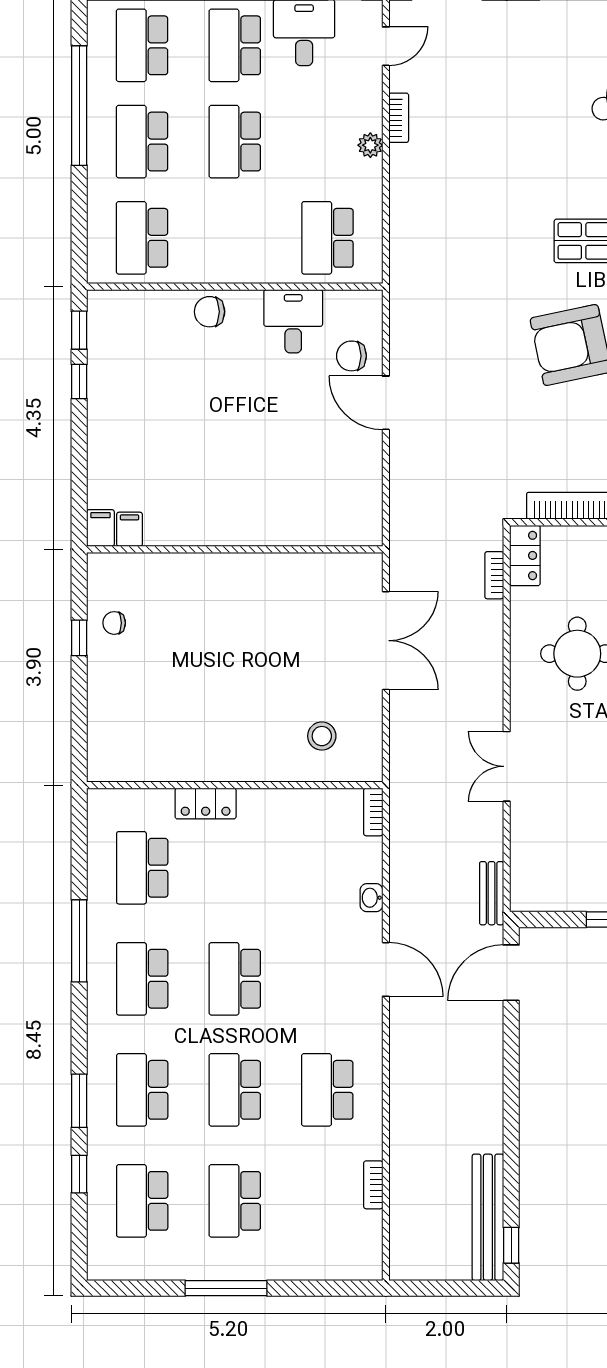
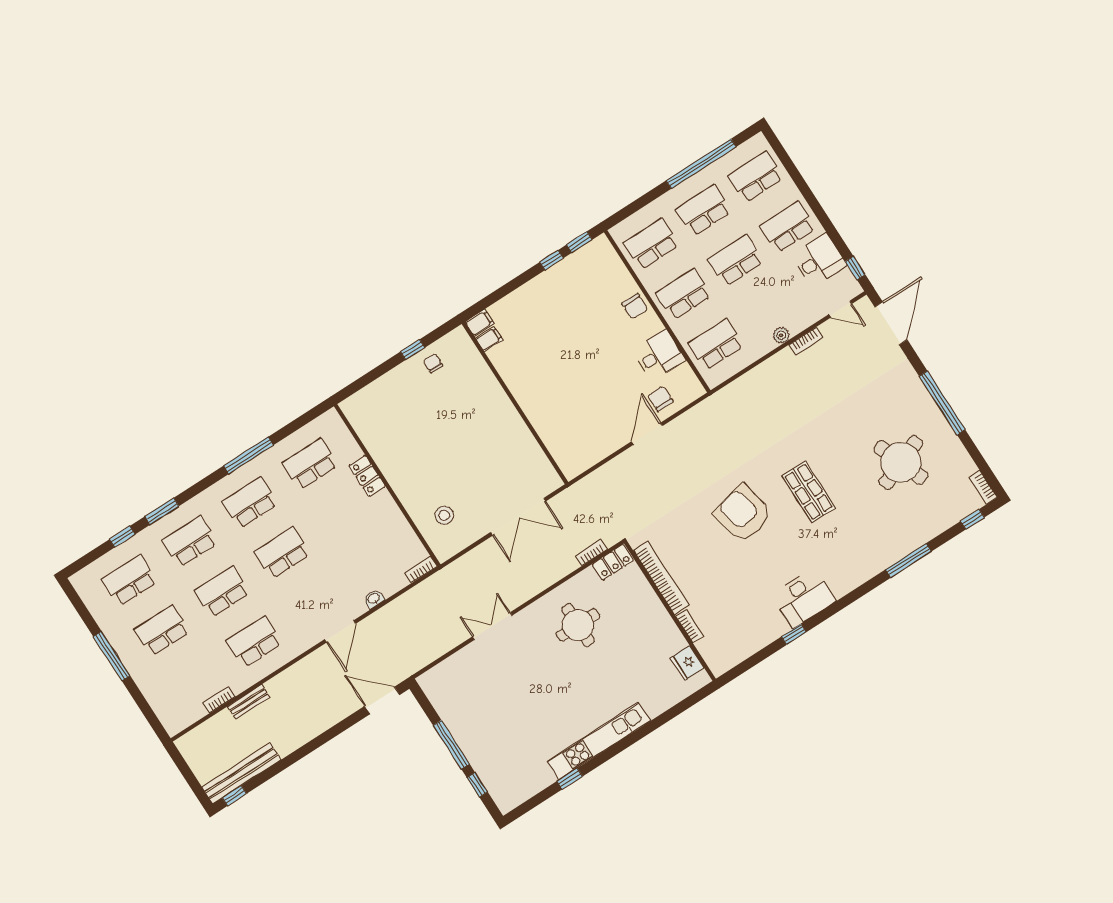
school desk: (235, 238) -> (684, 294), added
chair: (210, 312) -> (635, 306), turned 180
bench: (492, 893) -> (249, 702), moved

